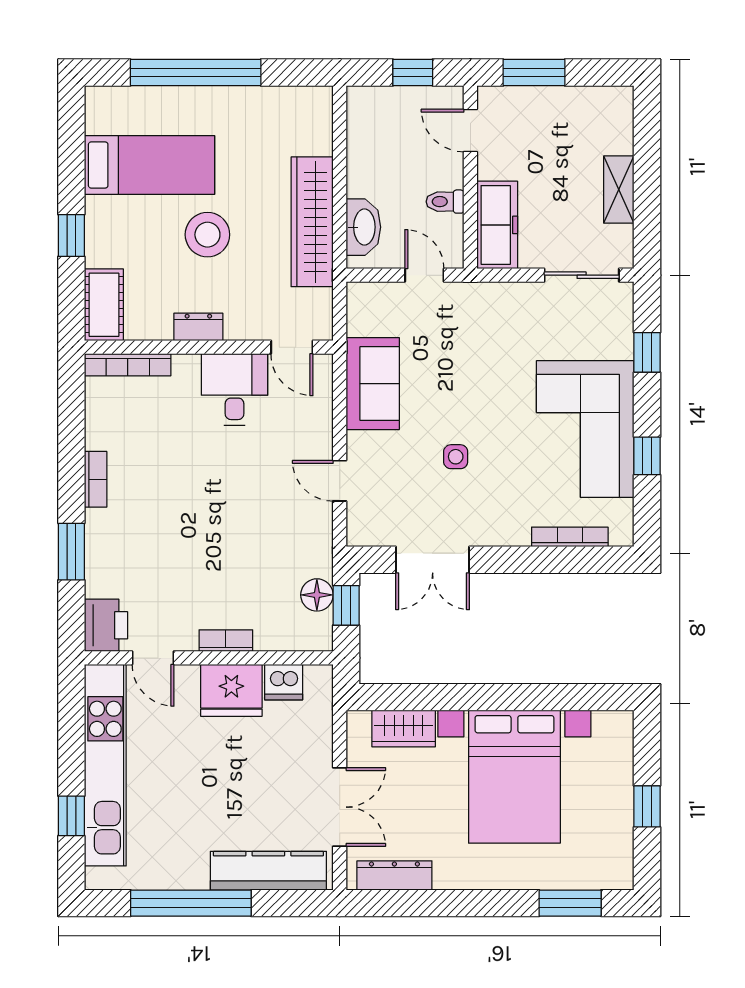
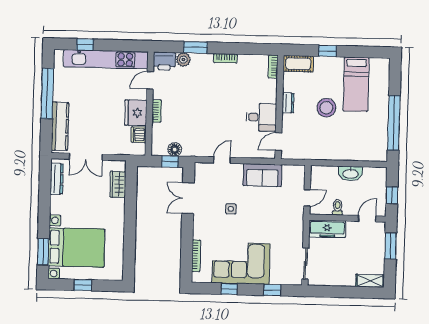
window: (196, 72) -> (394, 123), moved
shelving: (619, 190) -> (370, 281), moved
wardrobe: (312, 222) -> (331, 152), removed
washbasin: (363, 227) -> (350, 173), moved
bookcase: (128, 365) -> (273, 66), width x0.64
plant: (101, 580) -> (183, 60), added
bed with nightstands: (514, 777) -> (77, 247), moved, turned 180

